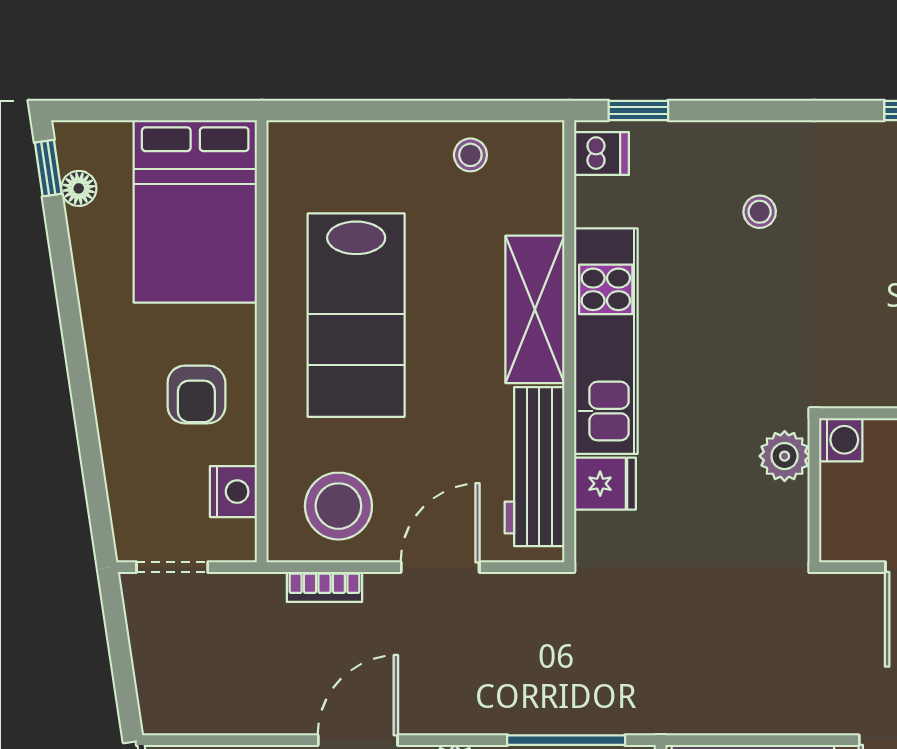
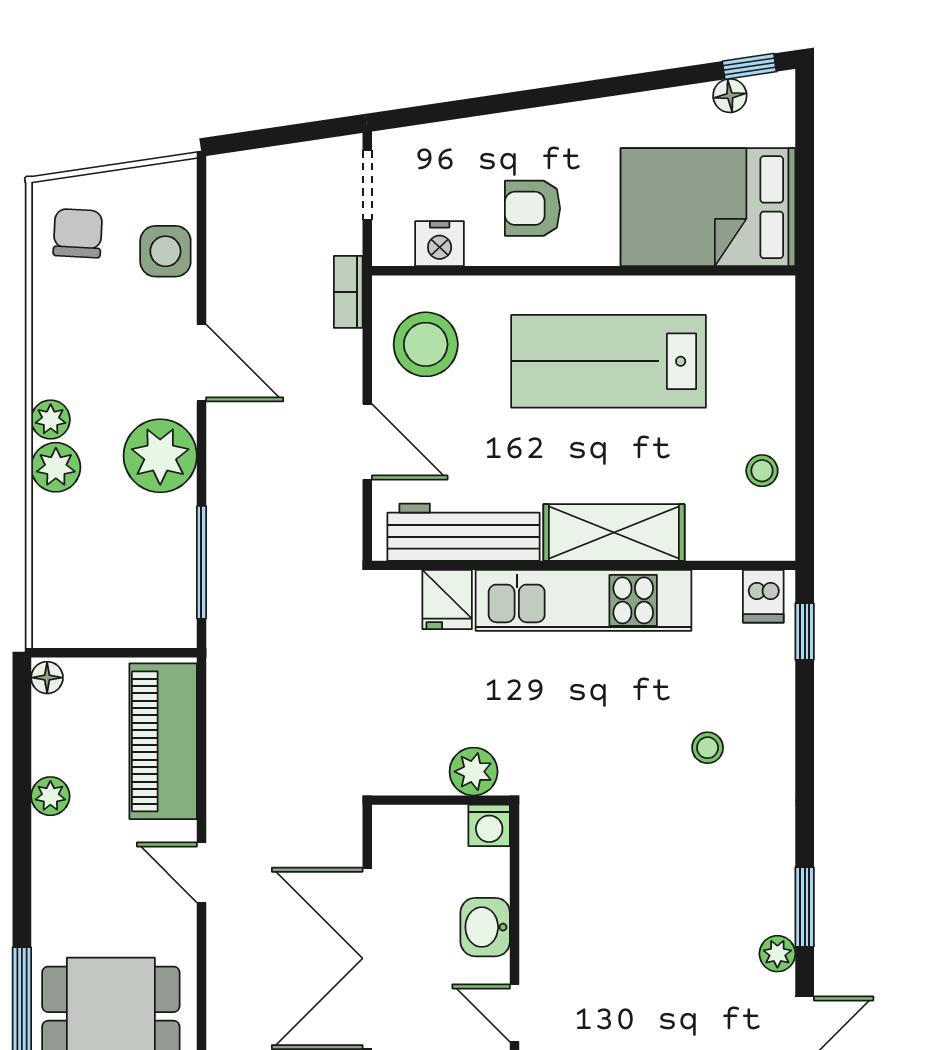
bookcase: (324, 587) -> (348, 292), moved

